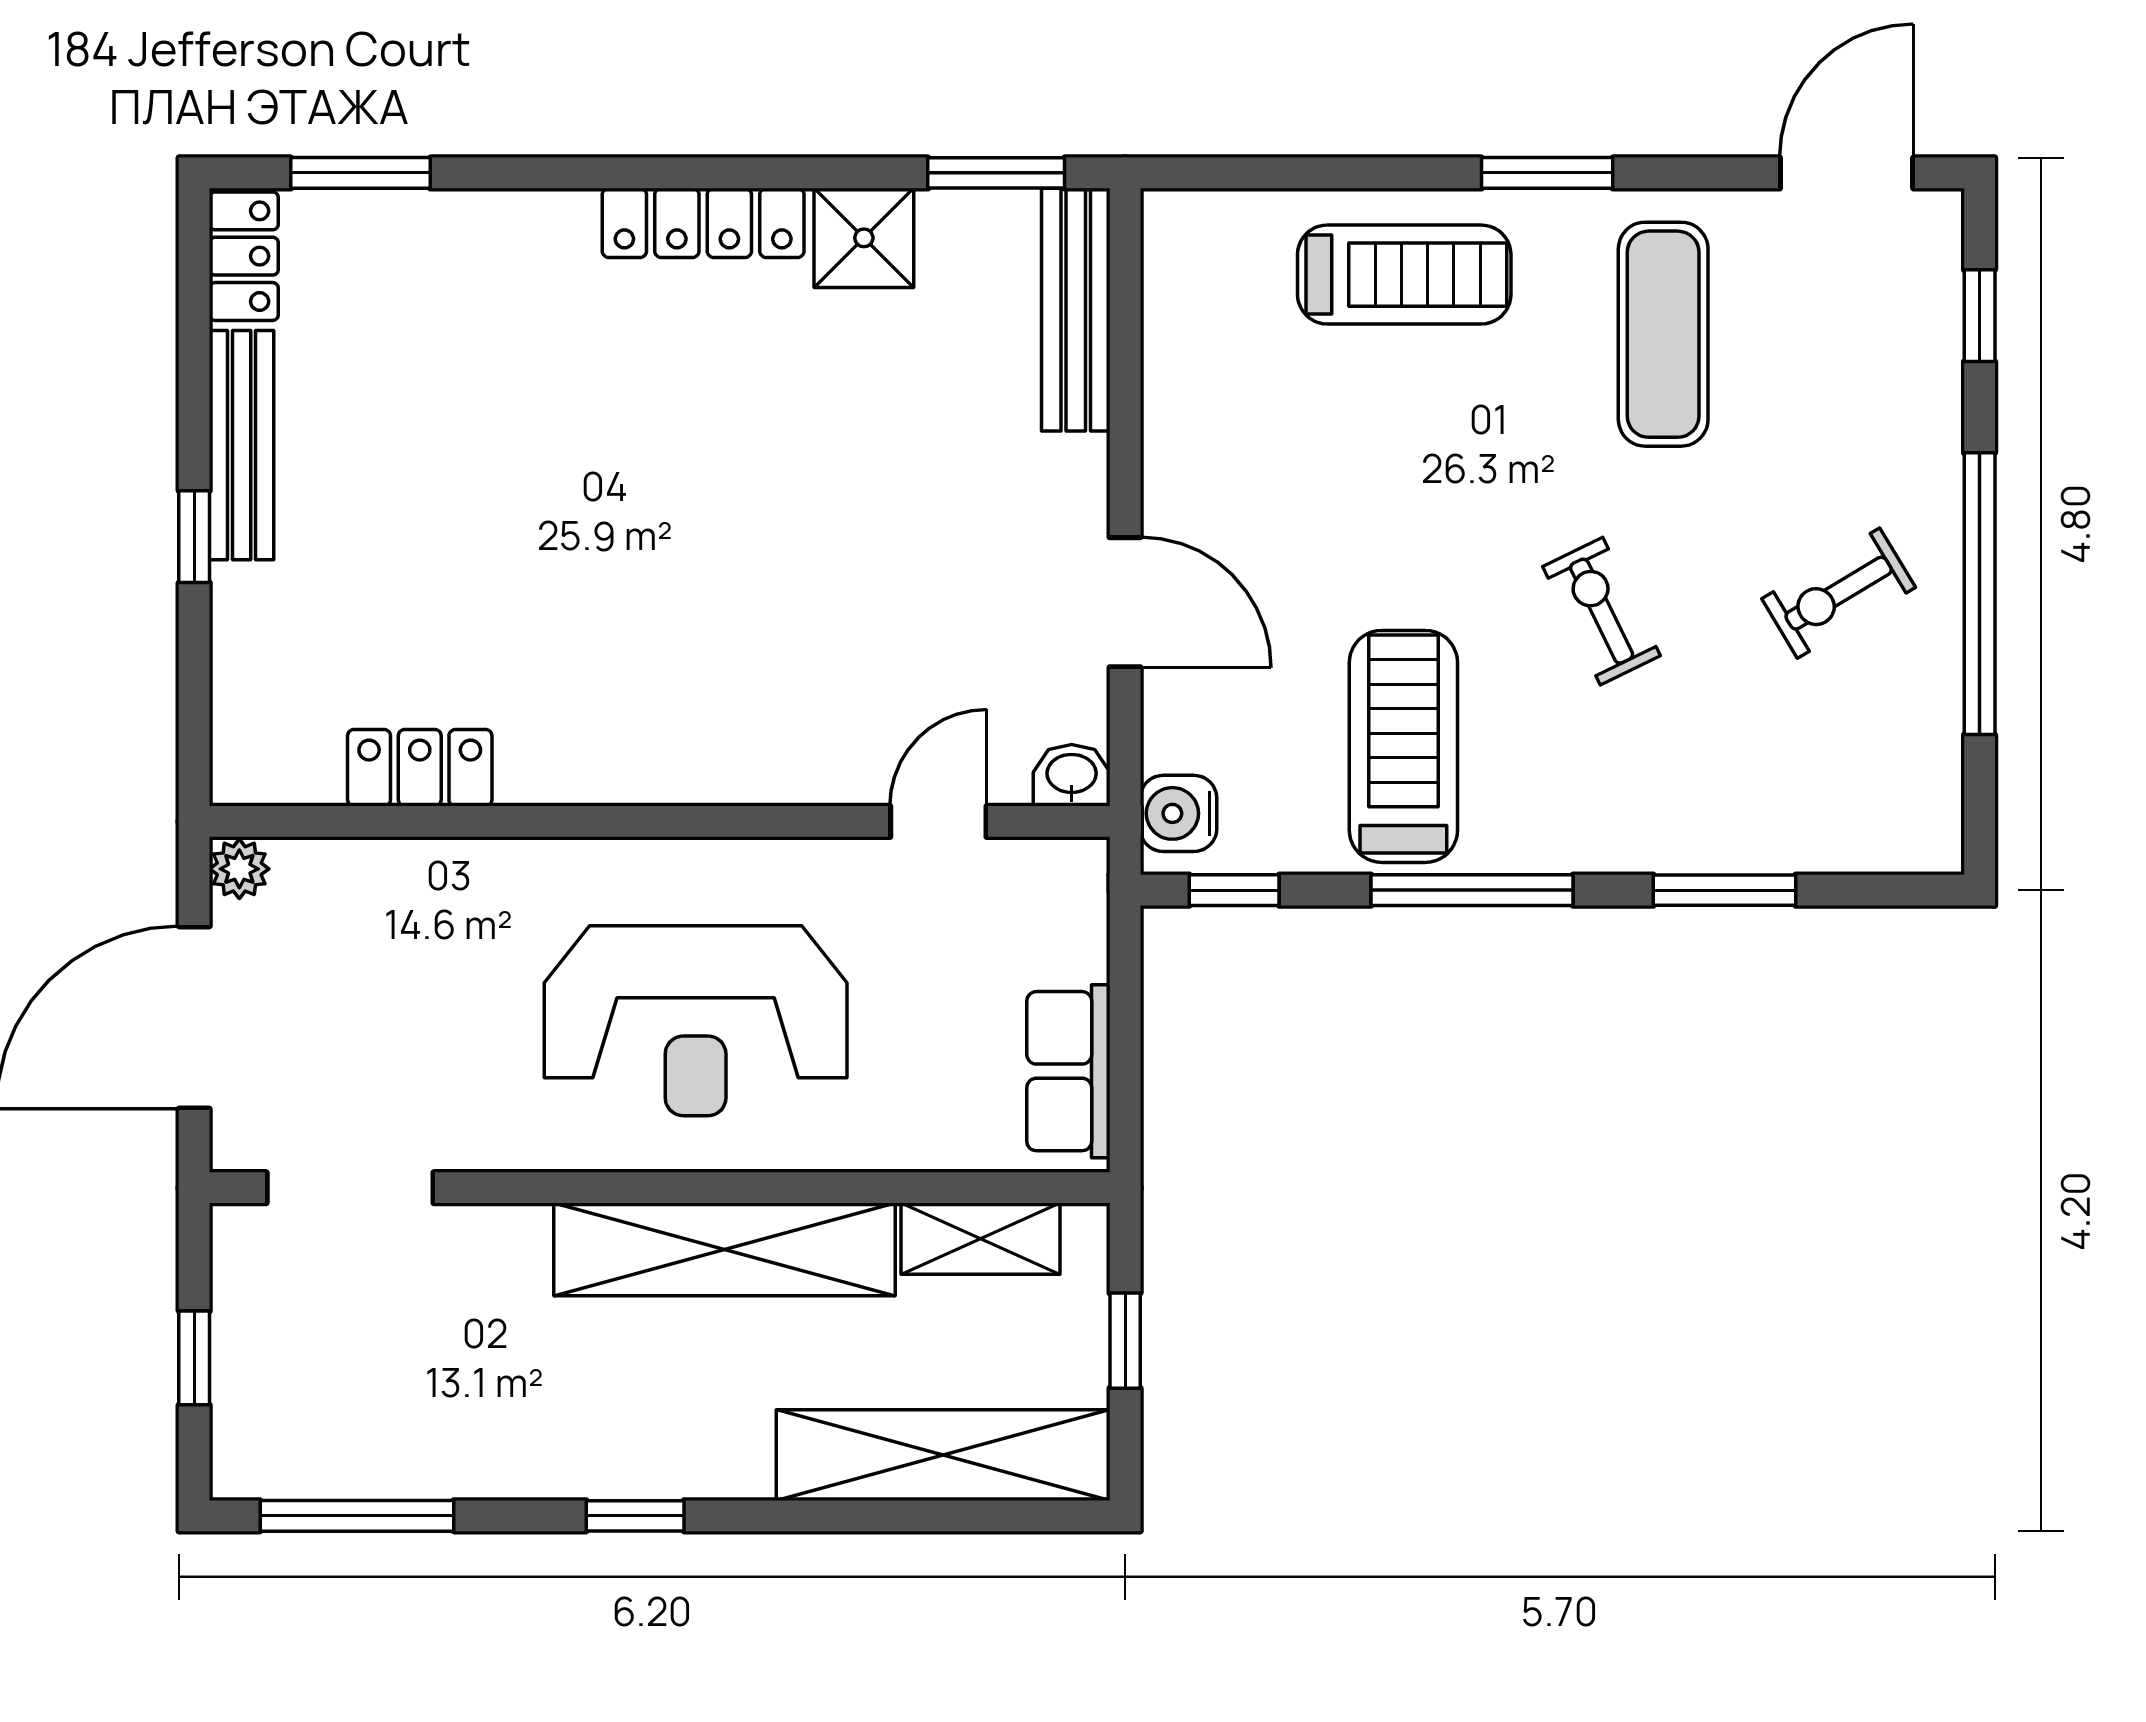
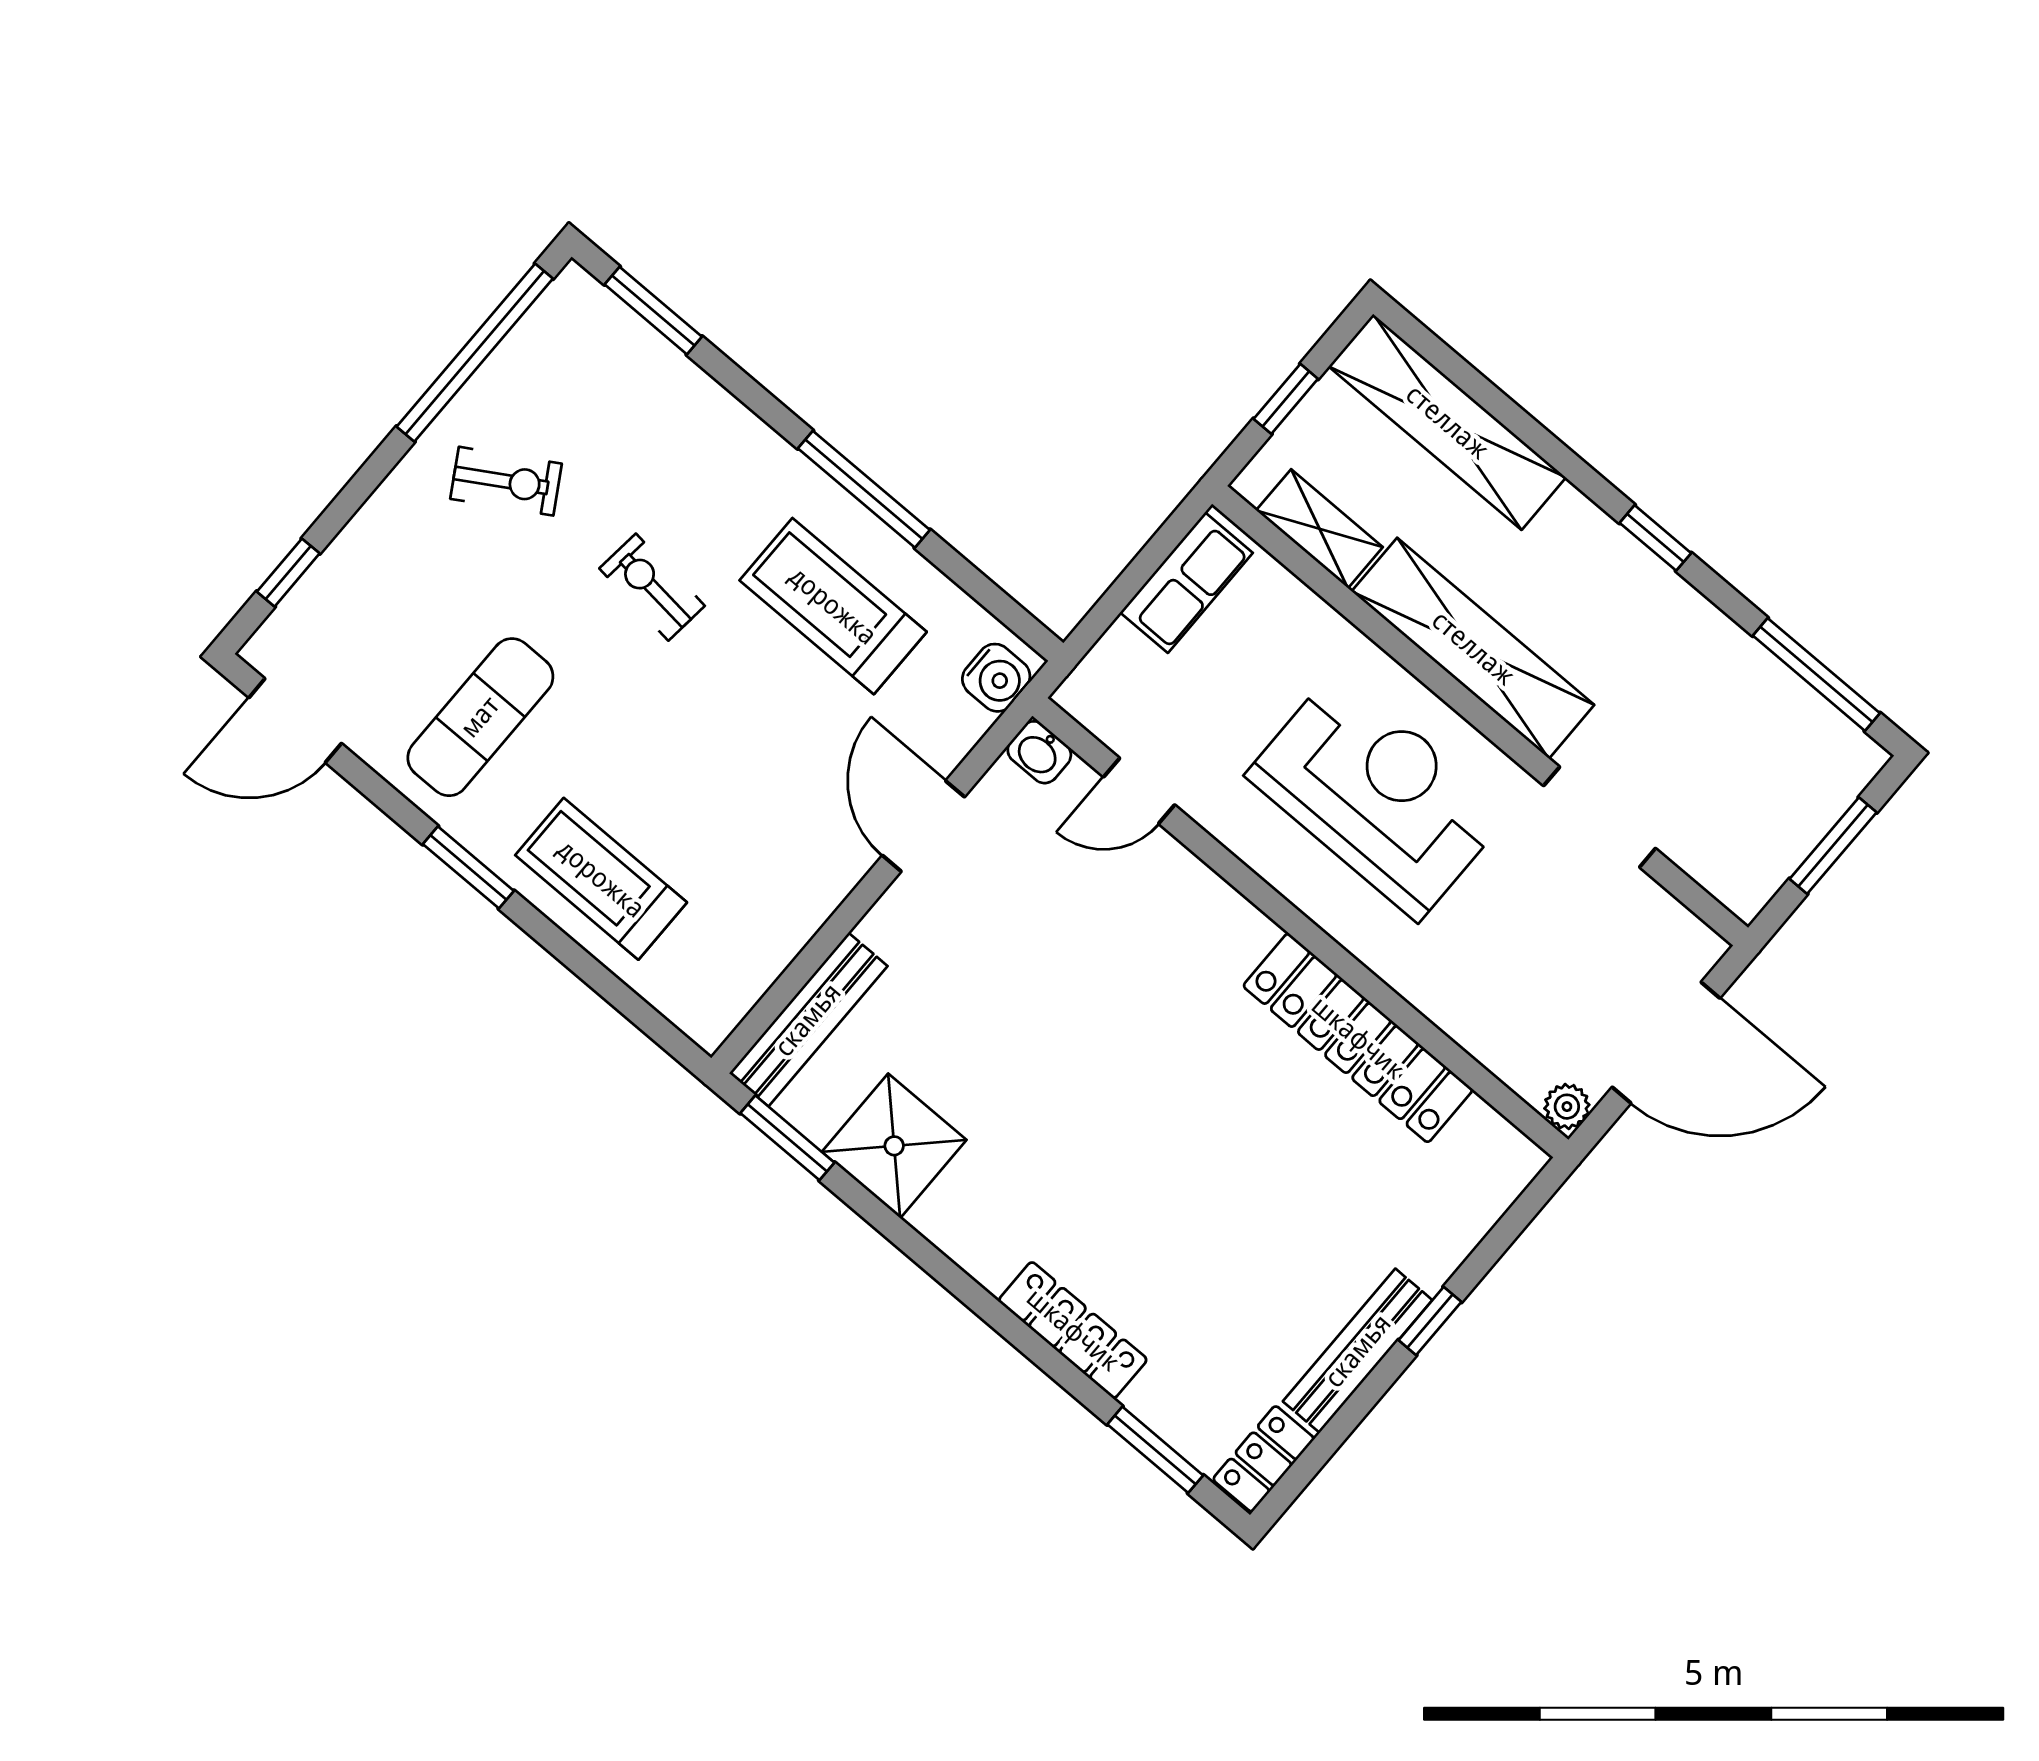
locker: (703, 223) -> (1073, 1330), moved
shower: (864, 238) -> (894, 1146), width x1.36, depth x1.36
window: (1980, 594) -> (475, 353), moved
exercise bike: (1602, 611) -> (652, 587), turned 122
treadmill: (1403, 746) -> (833, 606), turned 90
locker: (420, 768) -> (1358, 1038), width x2.16, depth x1.21
window: (1234, 890) -> (1002, 606), removed
window: (1725, 890) -> (653, 311), moved
doorway: (350, 1188) -> (1600, 817), moved
window: (194, 1358) -> (1833, 846), width x1.50

